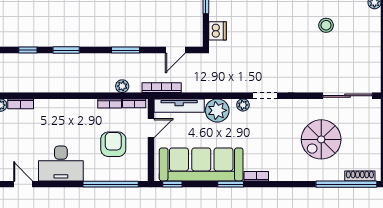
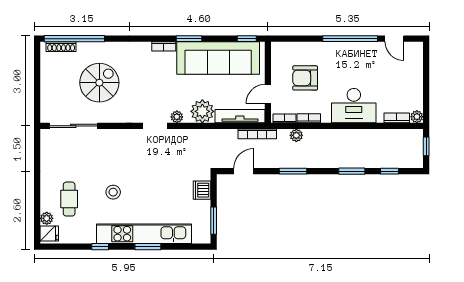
cafe table: (352, 22) -> (69, 199), added
stool: (326, 25) -> (113, 192), moved
armchair: (113, 144) -> (305, 78), turned 90
desk: (61, 163) -> (354, 106), moved, turned 180
window: (111, 184) -> (350, 39), moved

